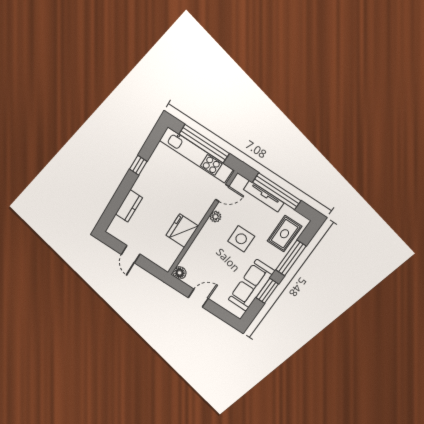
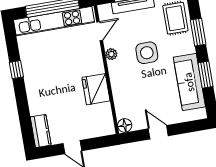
kitchen counter: (129, 206) -> (41, 131), moved
window: (291, 258) -> (198, 32), width x0.69
door: (198, 298) -> (158, 132), hinge flipped

